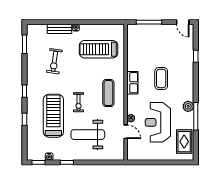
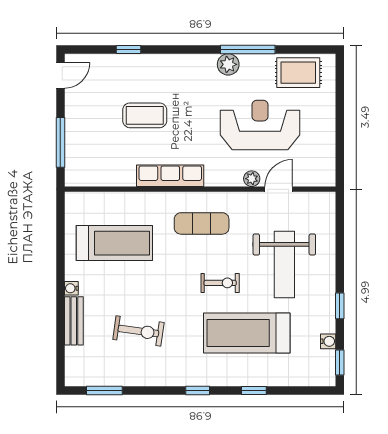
treadmill: (99, 49) -> (114, 243), turned -90
coffee table: (161, 79) -> (145, 115), moved
row of seats: (132, 83) -> (170, 176), width x1.48
reception desk: (158, 122) -> (260, 125), turned 180

